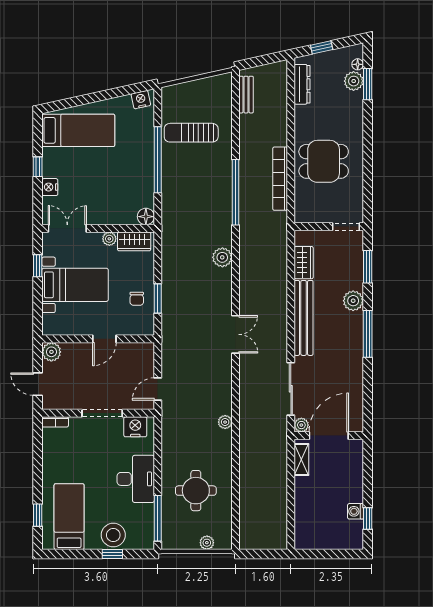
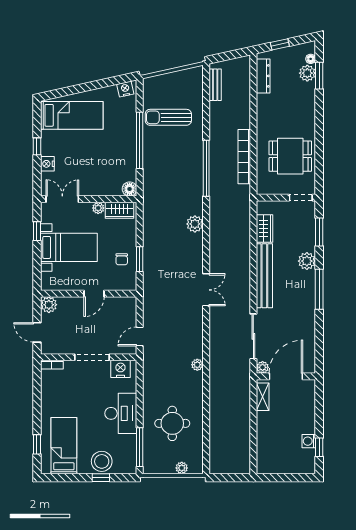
dining table: (324, 161) -> (290, 156), moved

